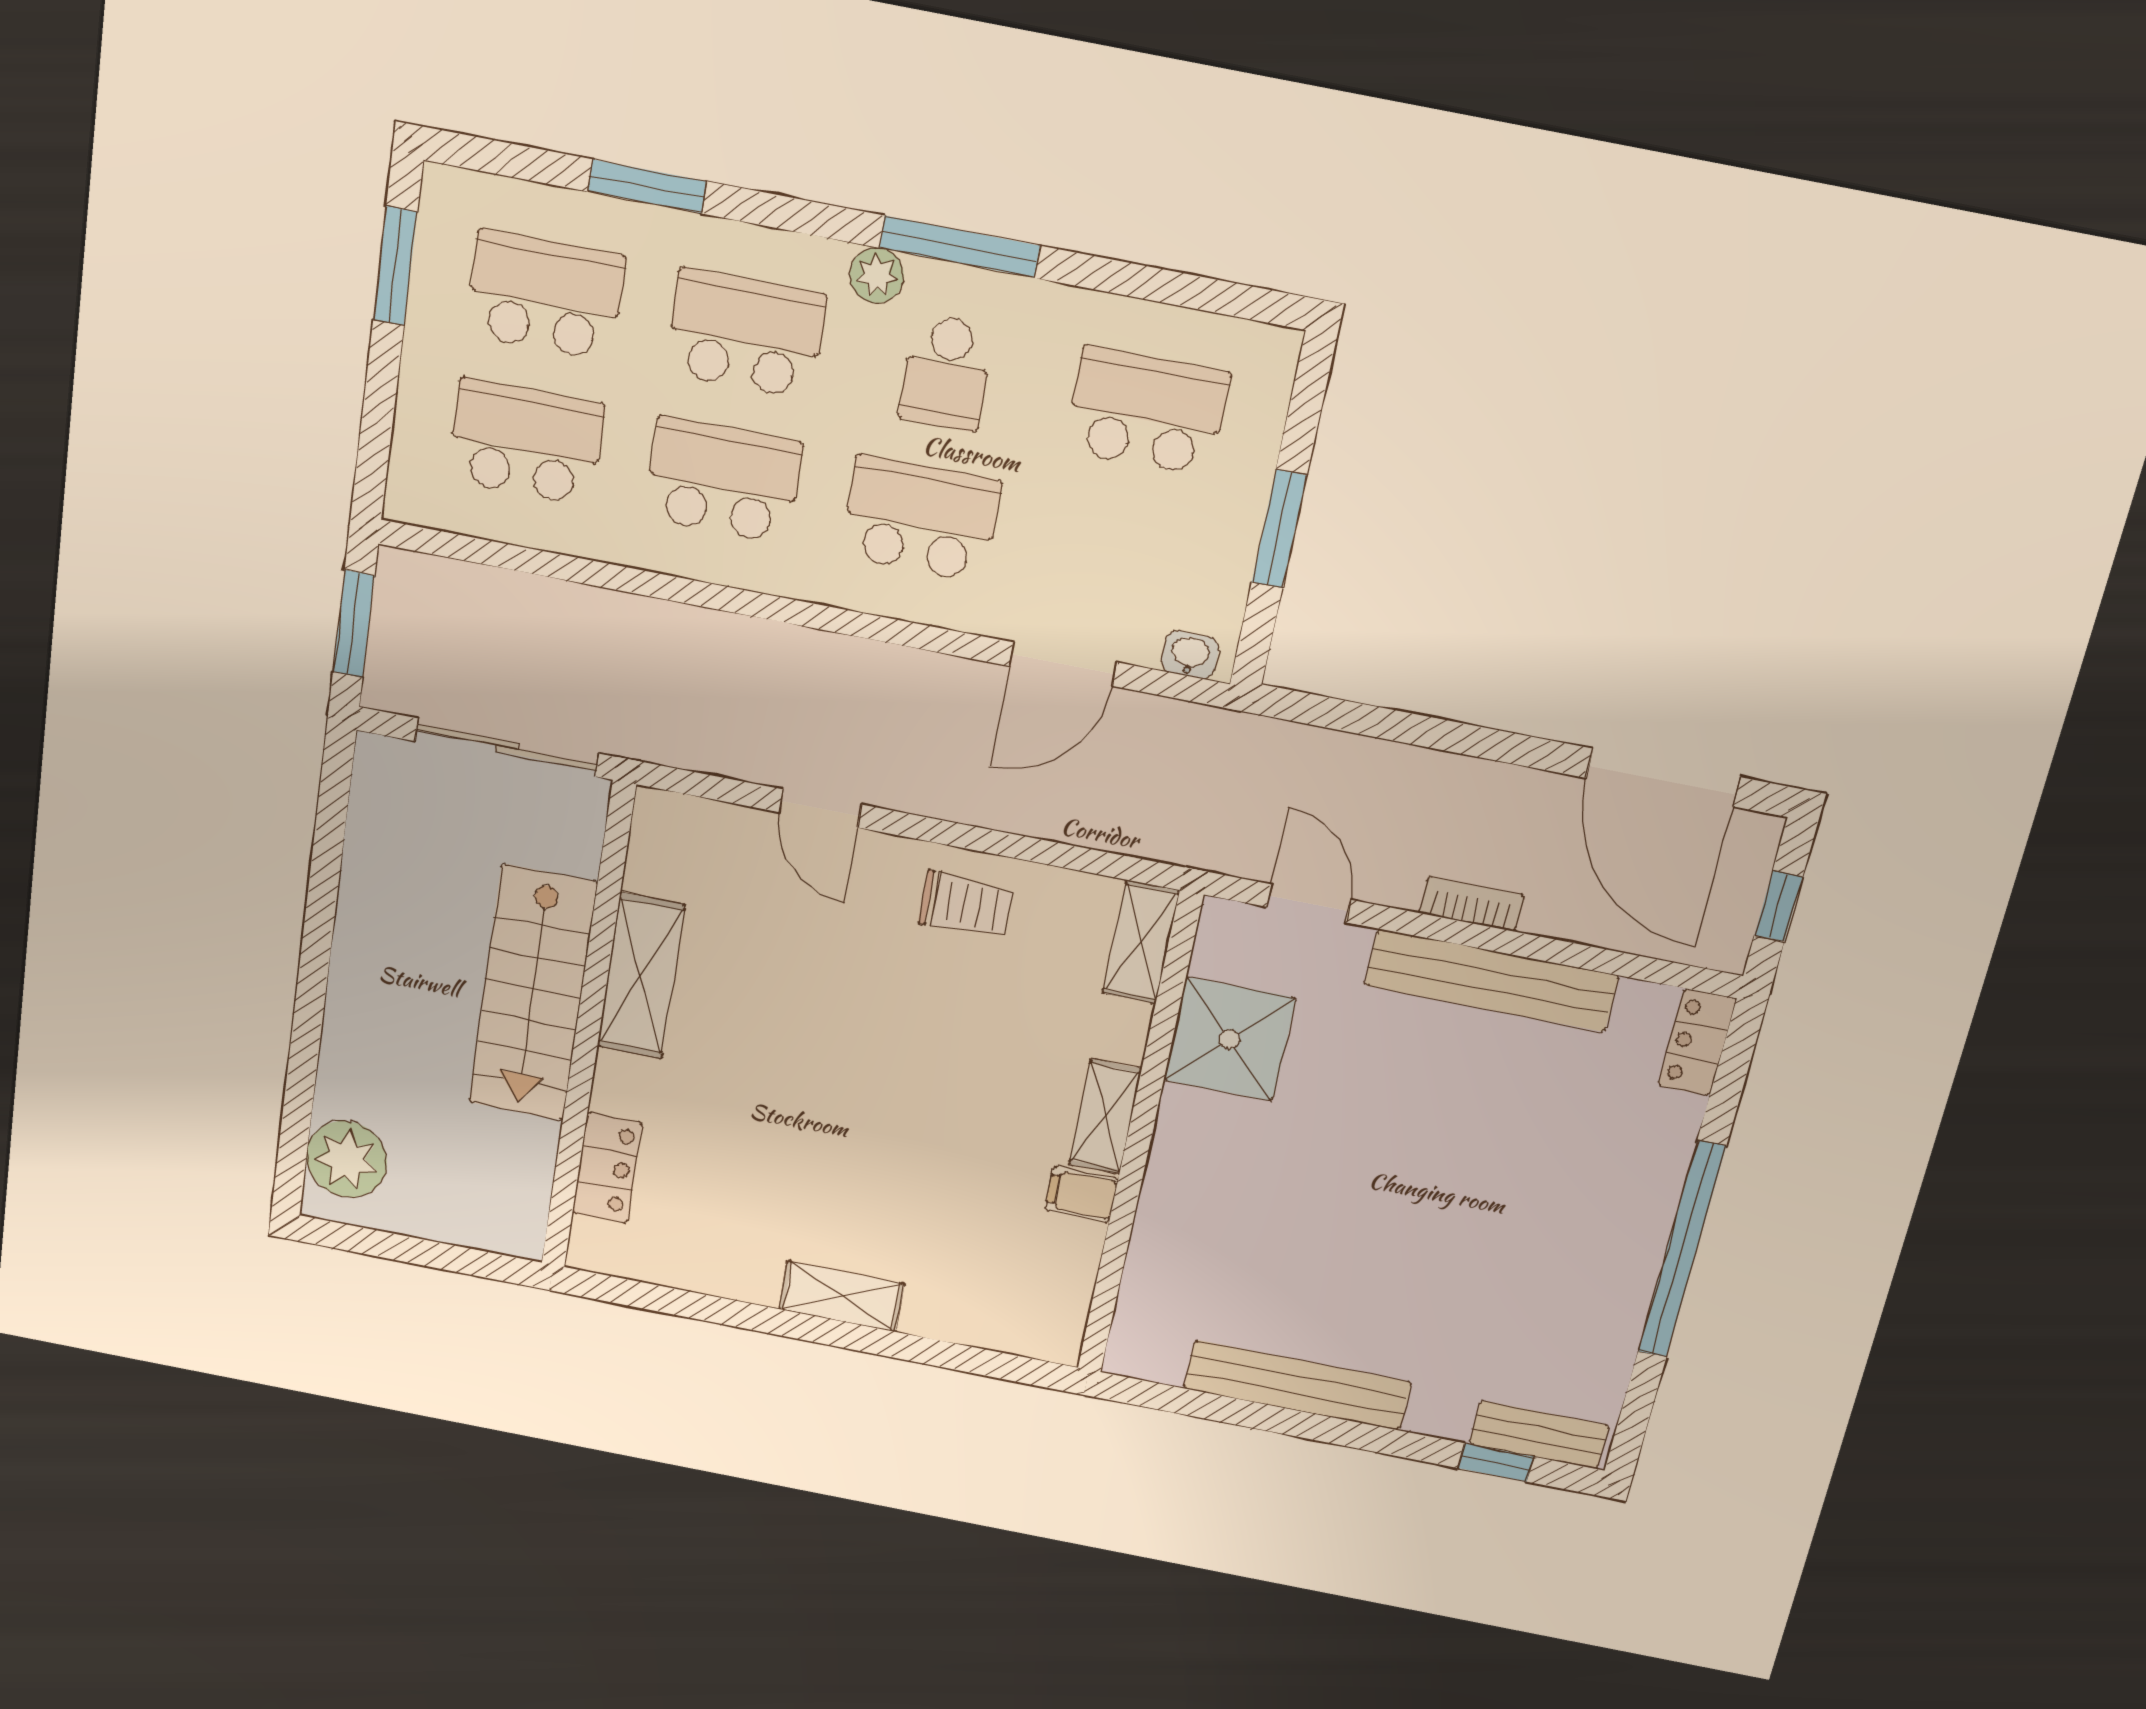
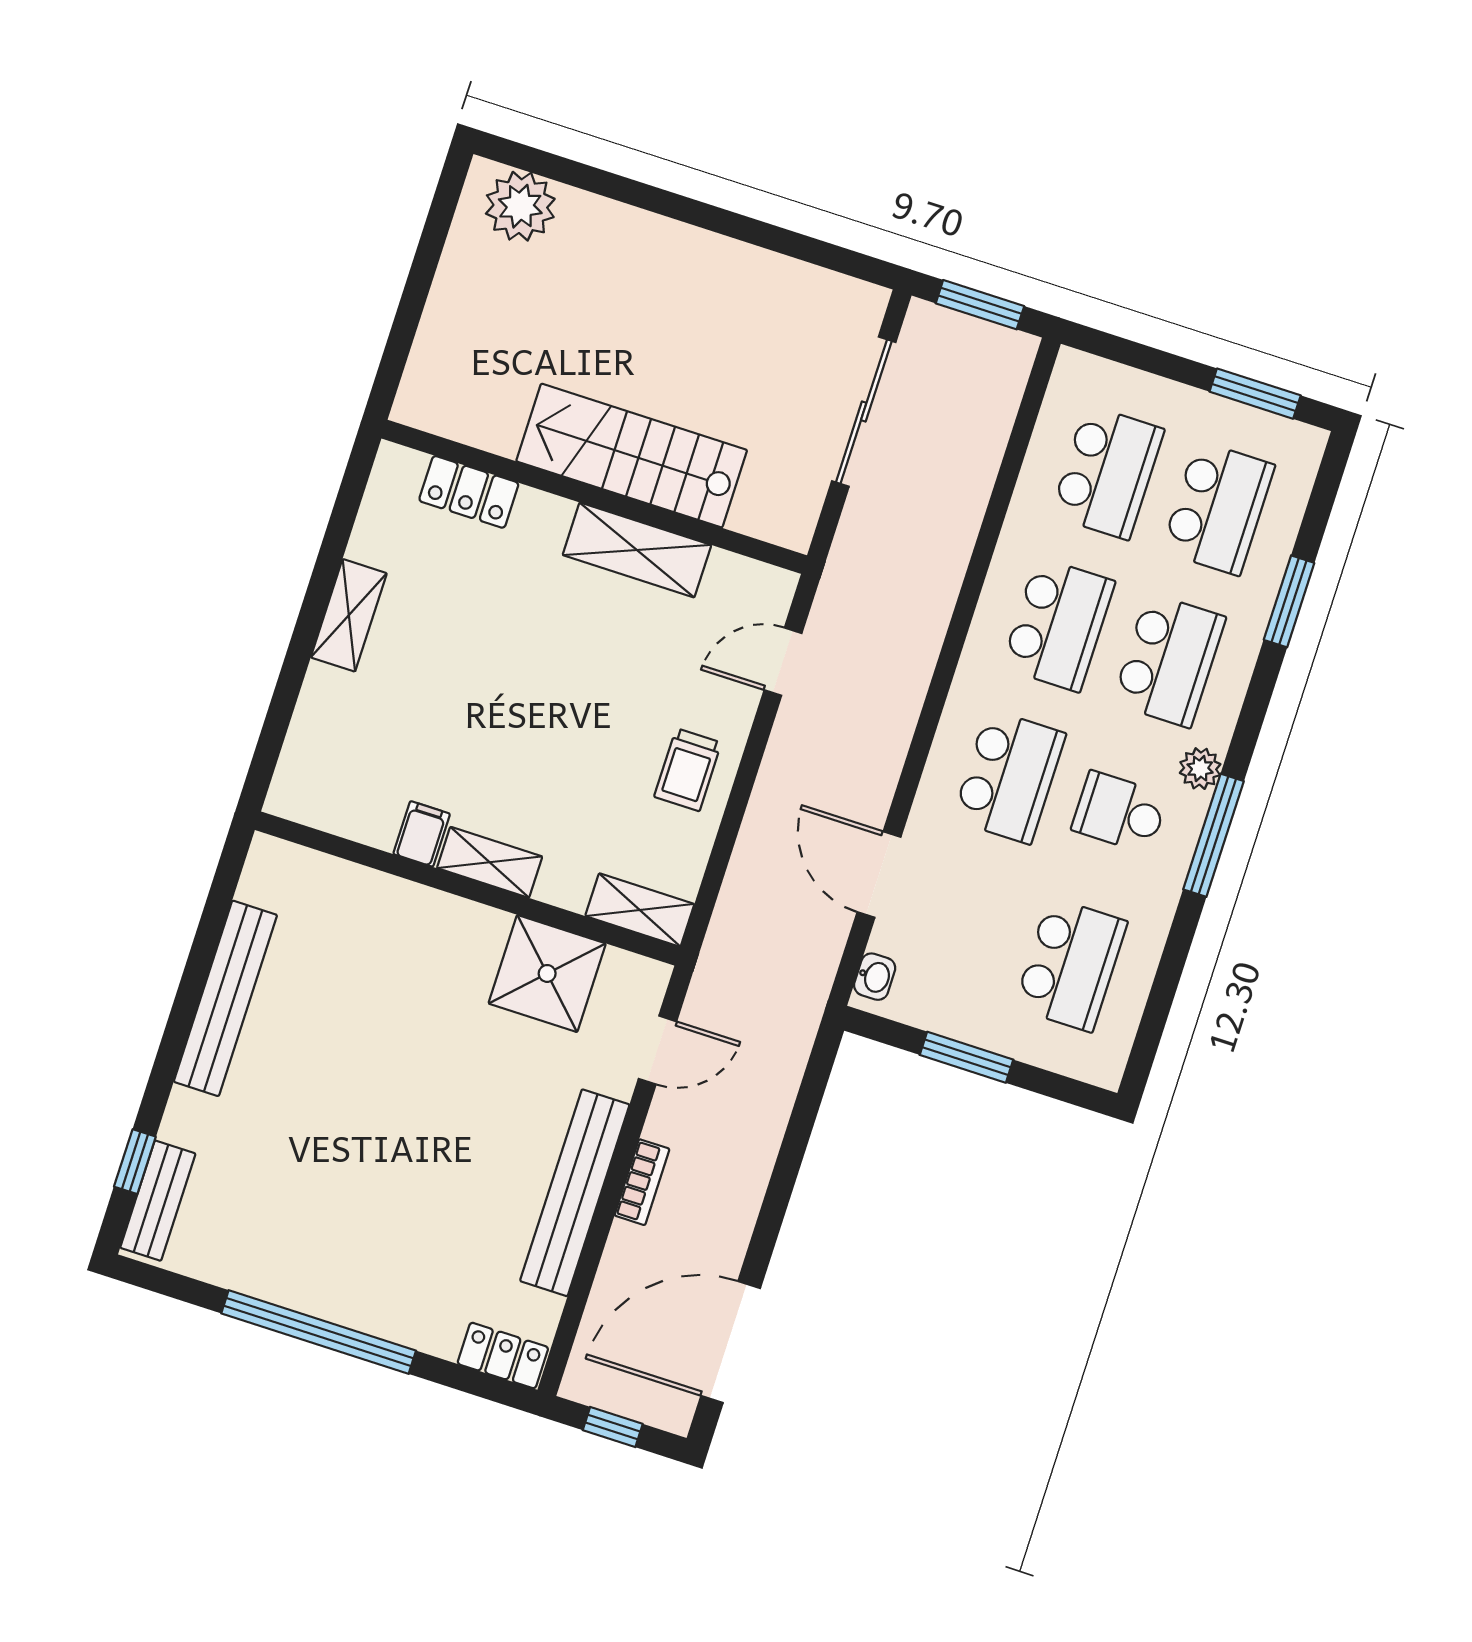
shelving: (641, 976) -> (637, 550), moved
stairs: (533, 993) -> (632, 456), moved
wall: (588, 1030) -> (594, 497), moved
locker: (607, 1168) -> (469, 492), moved

